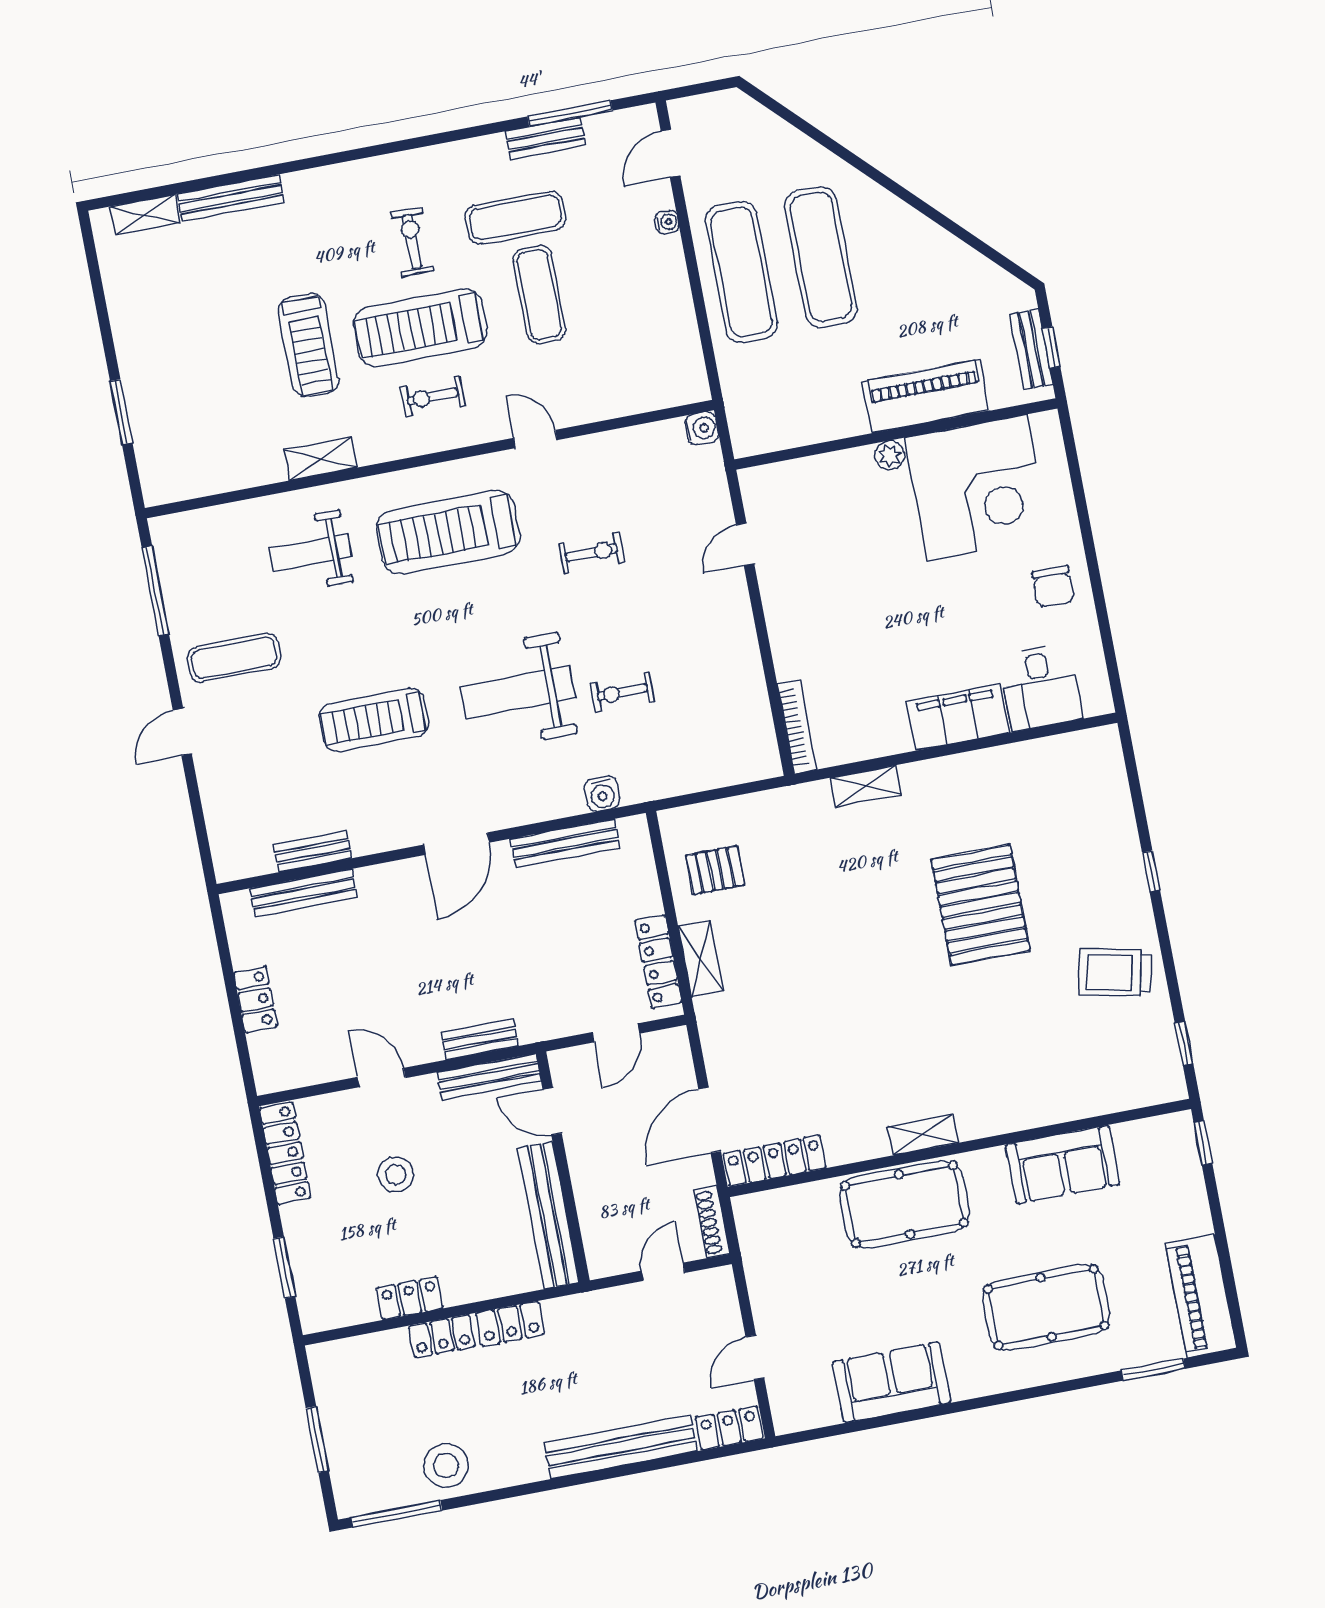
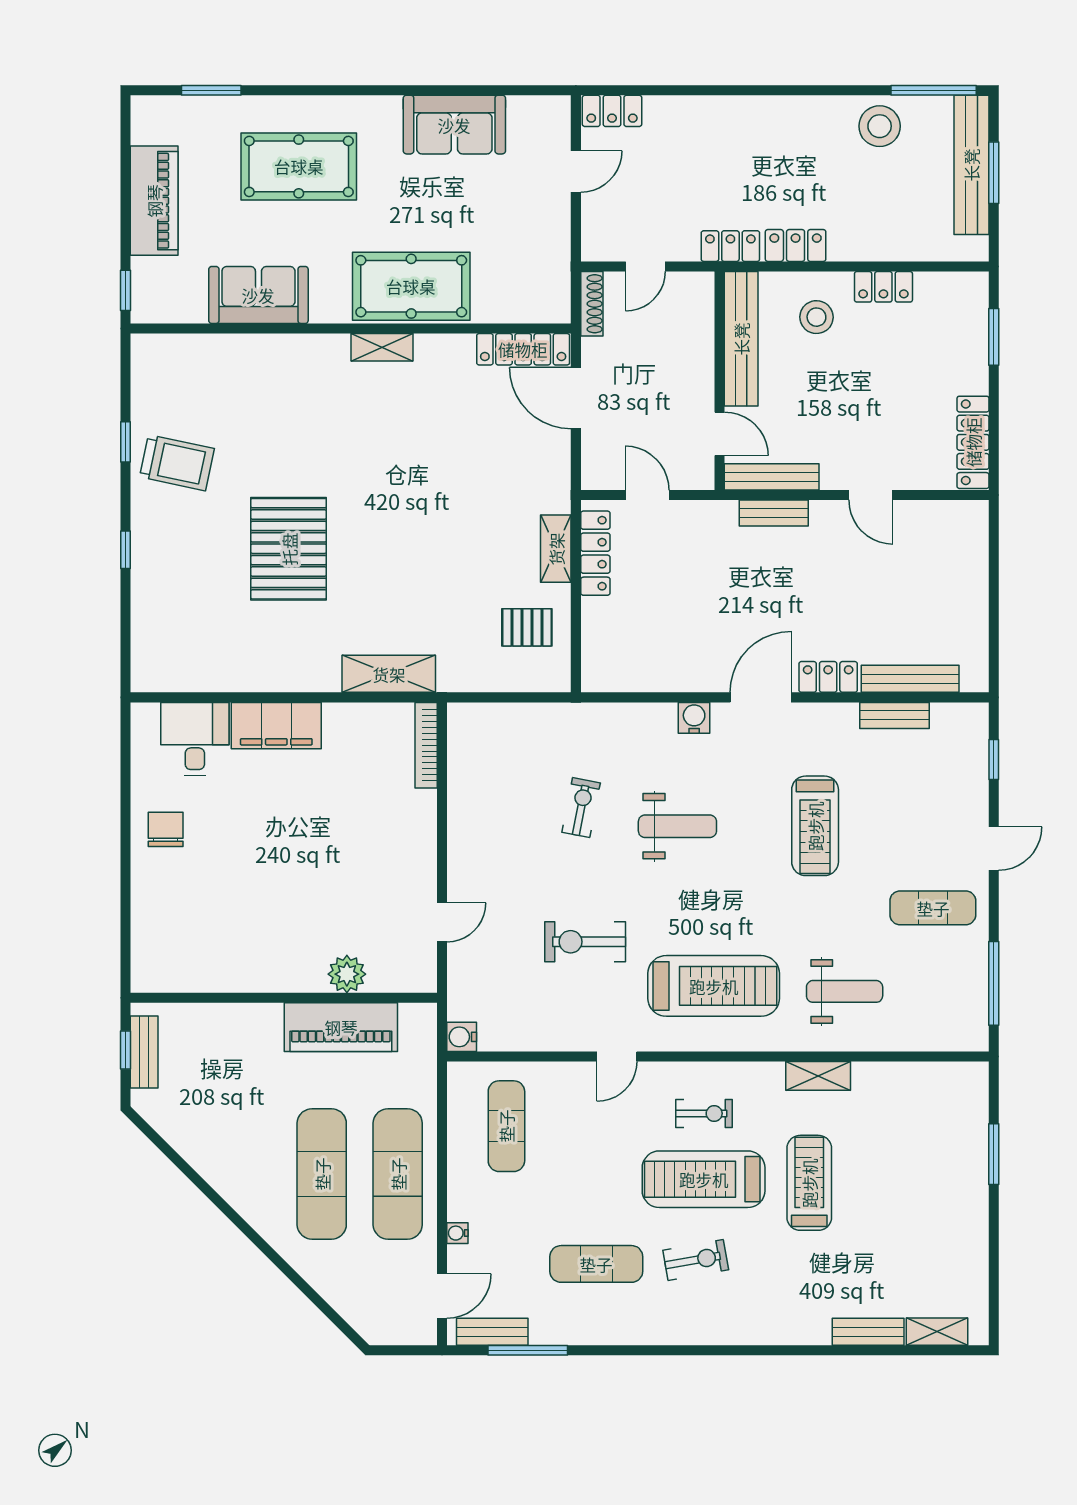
bench: (546, 138) -> (492, 1332), moved
bench: (231, 198) -> (868, 1332), width x0.73
exercise bike: (412, 242) -> (696, 1260), turned -100
exercise mat: (539, 295) -> (506, 1126), moved
treadmill: (420, 328) -> (704, 1179), turned 180
piano: (926, 396) -> (341, 1027), moved
door: (535, 439) -> (617, 1056), hinge flipped
plant: (890, 455) -> (347, 974), moved, width x1.38, depth x1.38
corner desk: (977, 488) -> (218, 934), removed
exercise bike: (591, 553) -> (585, 942), width x1.38, depth x1.39
weight bench: (518, 692) -> (677, 826), width x0.73, depth x0.75
exercise bike: (622, 692) -> (581, 808), turned -79
treadmill: (374, 720) -> (815, 826), turned 90
shelving: (866, 786) -> (389, 674), width x1.50, depth x1.33
water cooler: (602, 794) -> (694, 718), moved
window: (200, 825) -> (994, 759), added
bench: (565, 843) -> (660, 679), removed
locker: (255, 999) -> (828, 677), moved, turned 90
door: (616, 1033) -> (647, 495), hinge flipped
window: (1184, 1043) -> (125, 442), moved
door: (710, 1120) -> (576, 398), swing flipped
stool: (396, 1174) -> (816, 317), moved
piano: (1201, 1296) -> (154, 201), moved
locker: (442, 1336) -> (730, 246), moved
bench: (620, 1447) -> (971, 165), moved, turned 90

